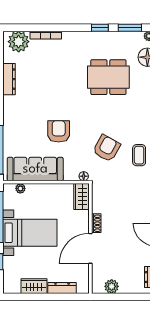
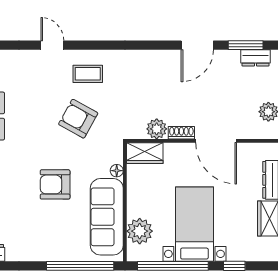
floor lamp: (84, 176) -> (117, 171), moved
plant: (20, 188) -> (140, 231), width x1.88, depth x1.88
plant: (99, 205) -> (157, 129), added

